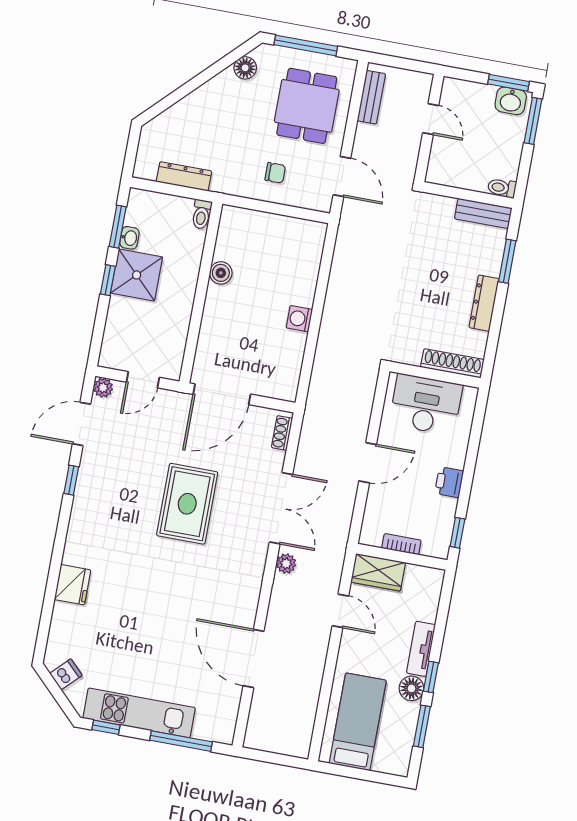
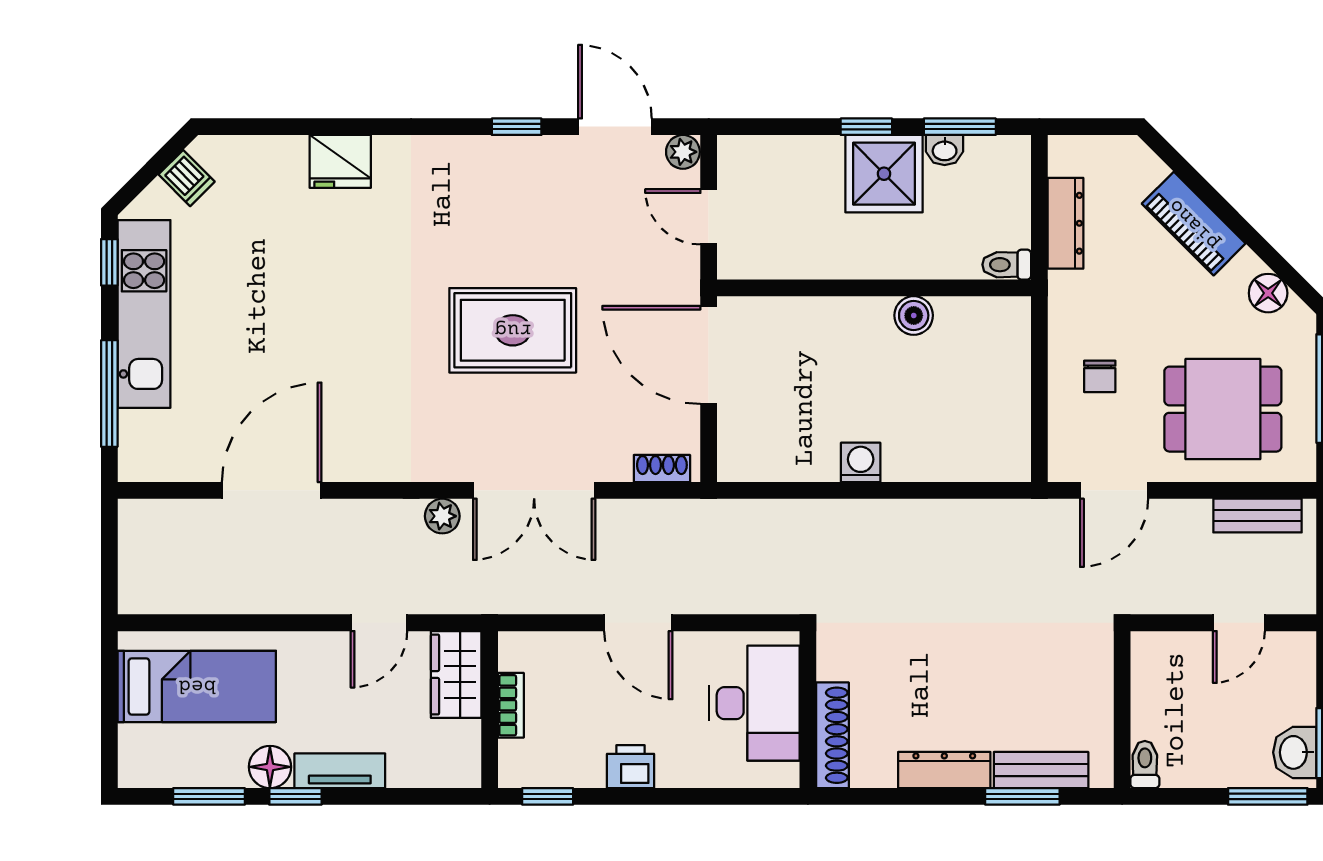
piano: (198, 103) -> (1194, 224), added
bench: (483, 213) -> (1041, 770), moved, turned 90

